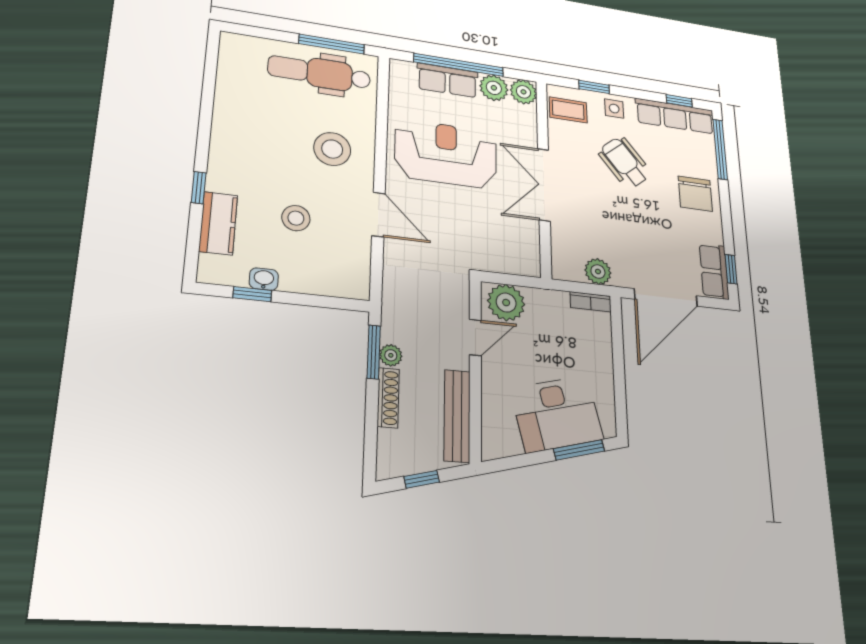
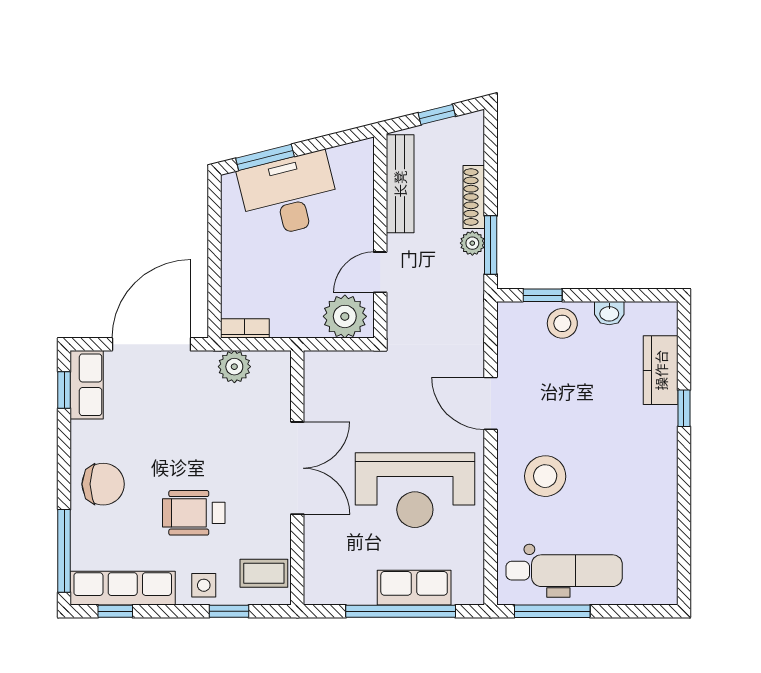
plant: (494, 88) -> (357, 587), removed
plant: (523, 92) -> (320, 588), removed
wheelchair: (625, 162) -> (194, 513), turned 129
chair: (695, 194) -> (103, 484), turned 90
stool: (296, 218) -> (562, 323), moved
window: (252, 294) -> (543, 295), moved

